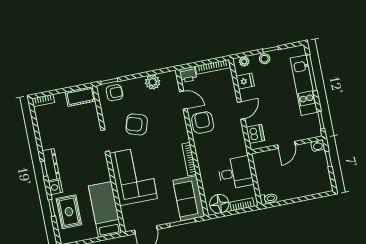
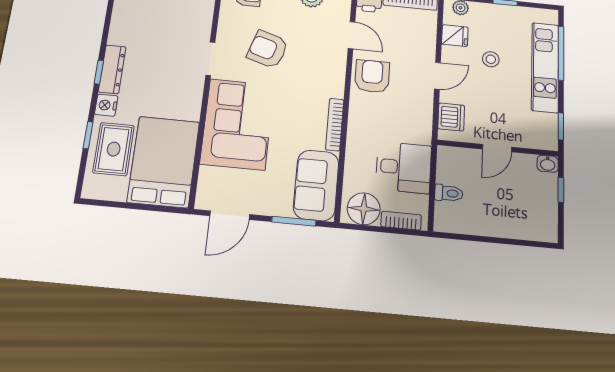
stool: (265, 59) -> (491, 59), moved
toilet: (269, 199) -> (449, 193), moved
bed: (105, 209) -> (164, 162), width x1.50

